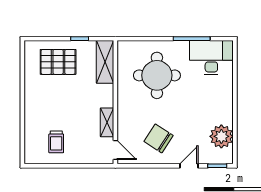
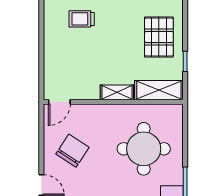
shelving: (107, 122) -> (117, 92), moved
trolley: (56, 142) -> (82, 19), moved

